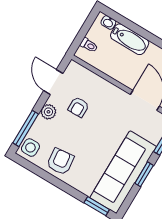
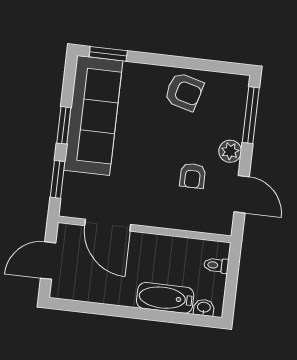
armchair: (78, 107) -> (193, 176), turned 180
side table: (30, 148) -> (233, 92), removed
armchair: (60, 162) -> (184, 92), turned -69

